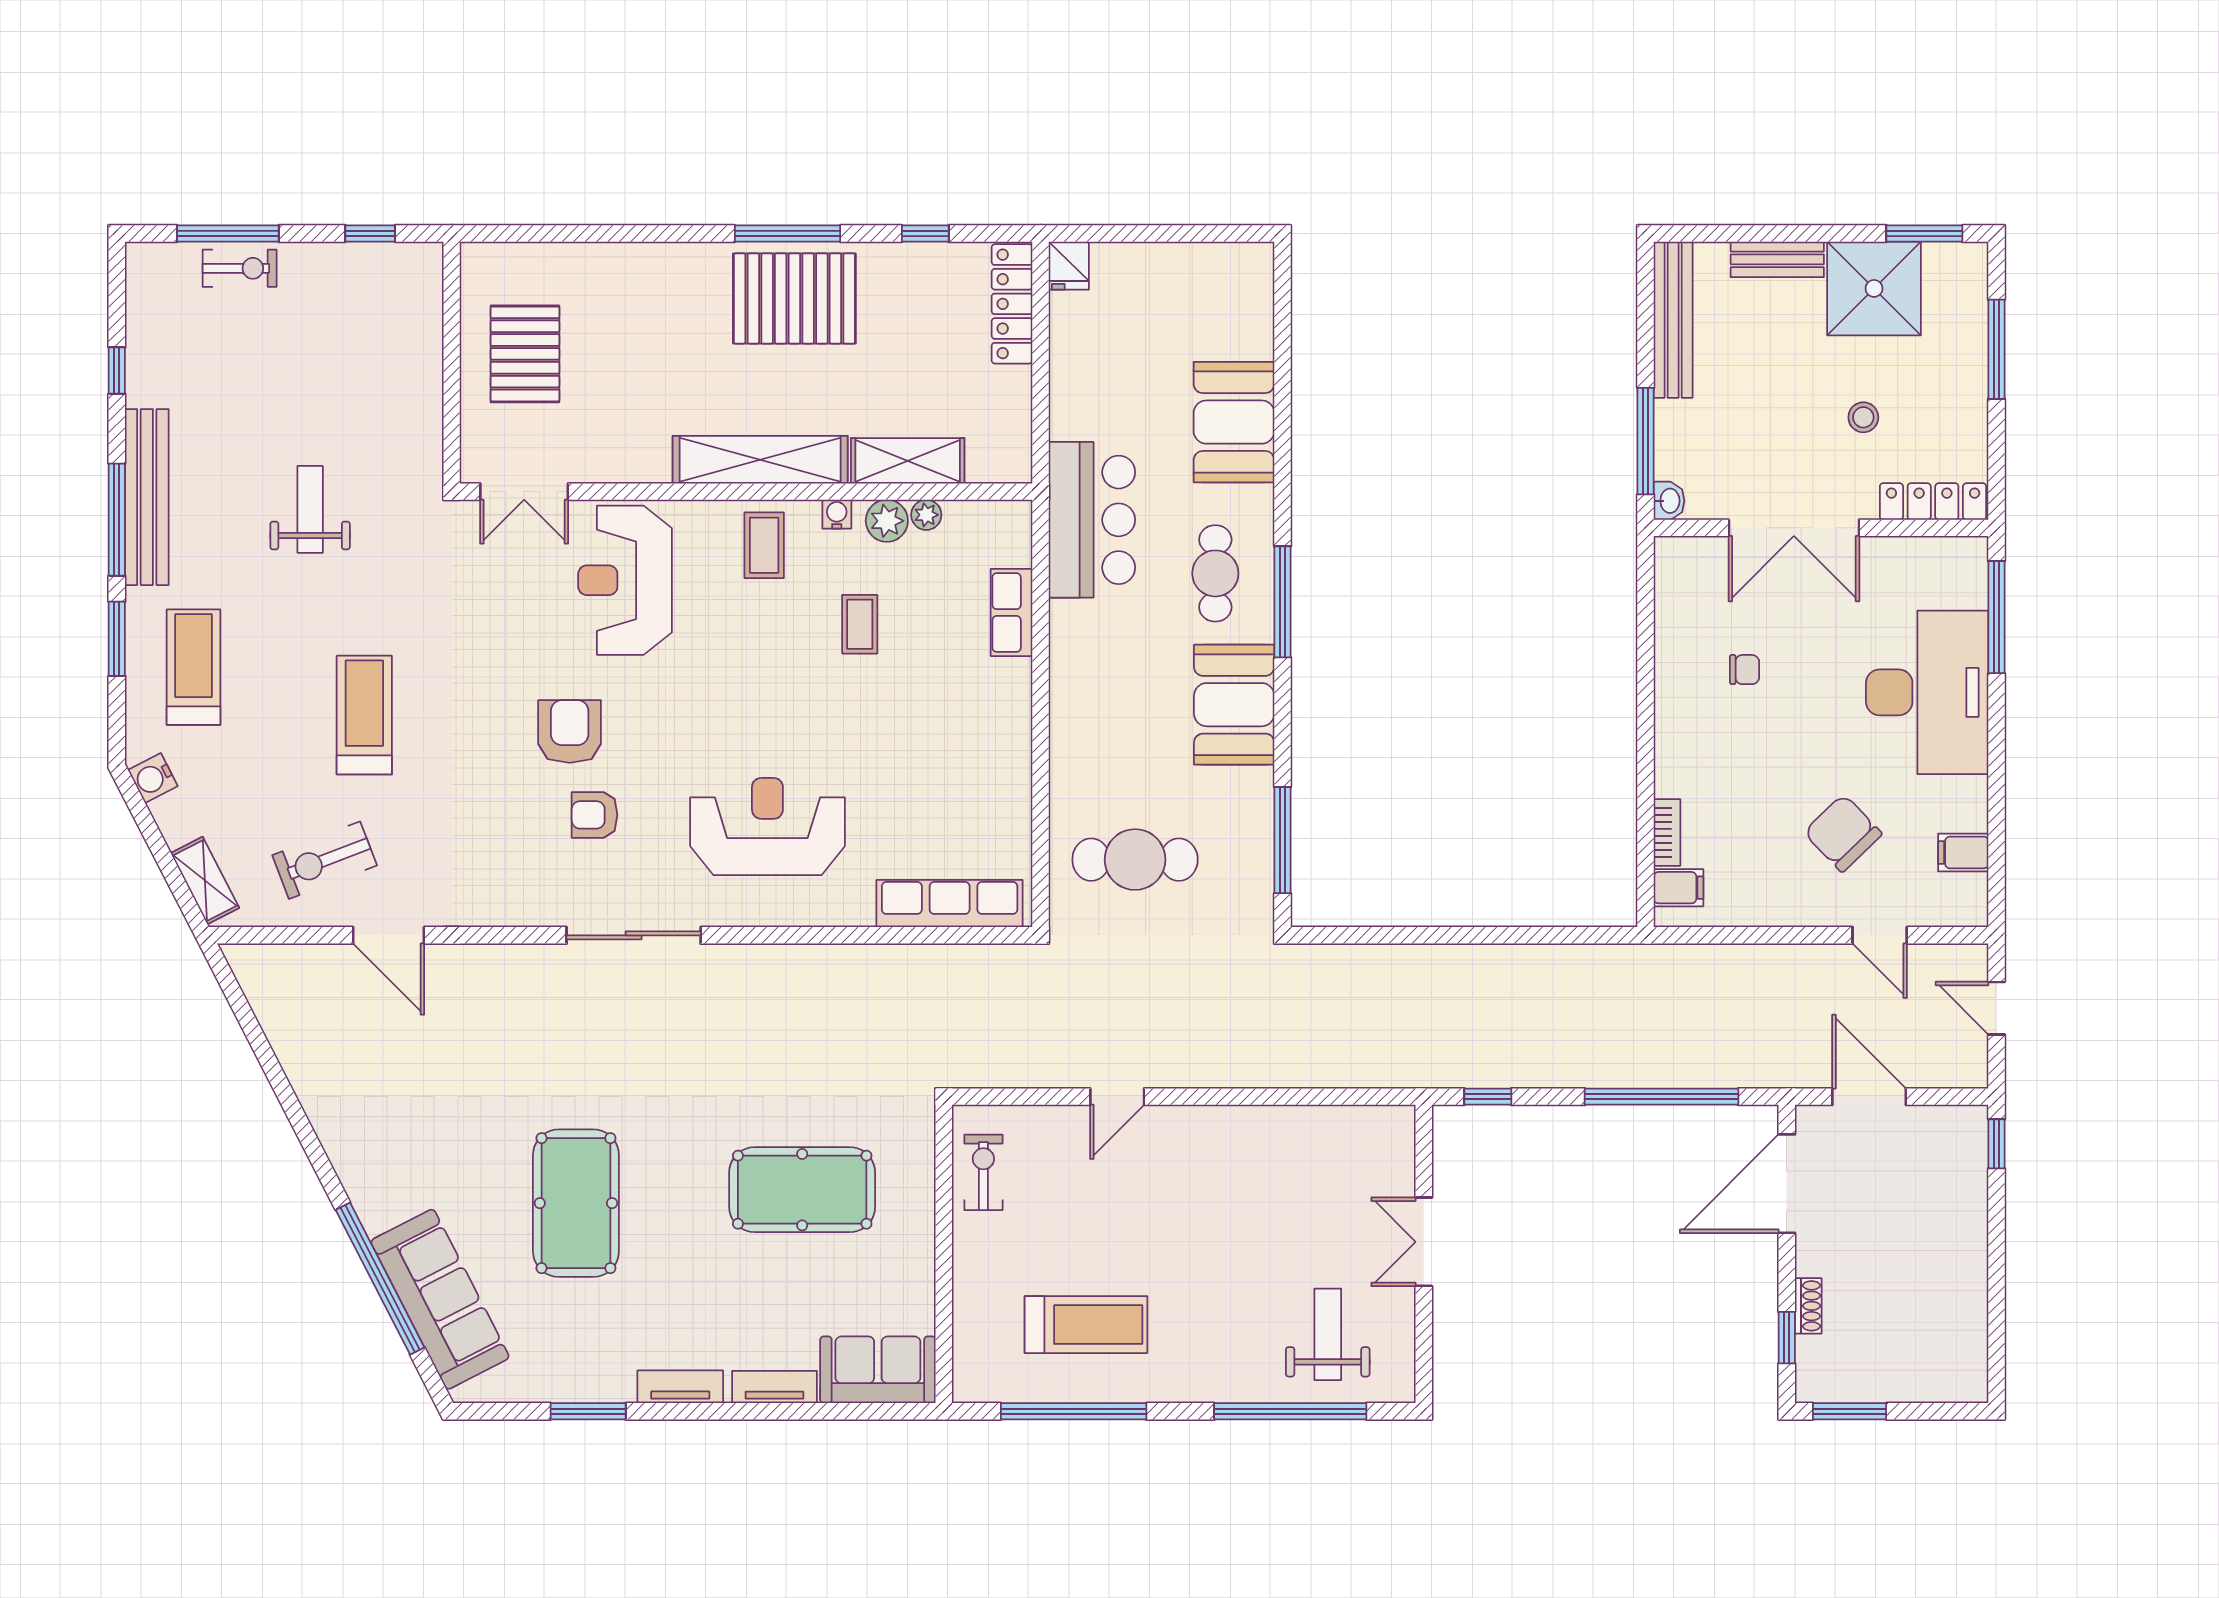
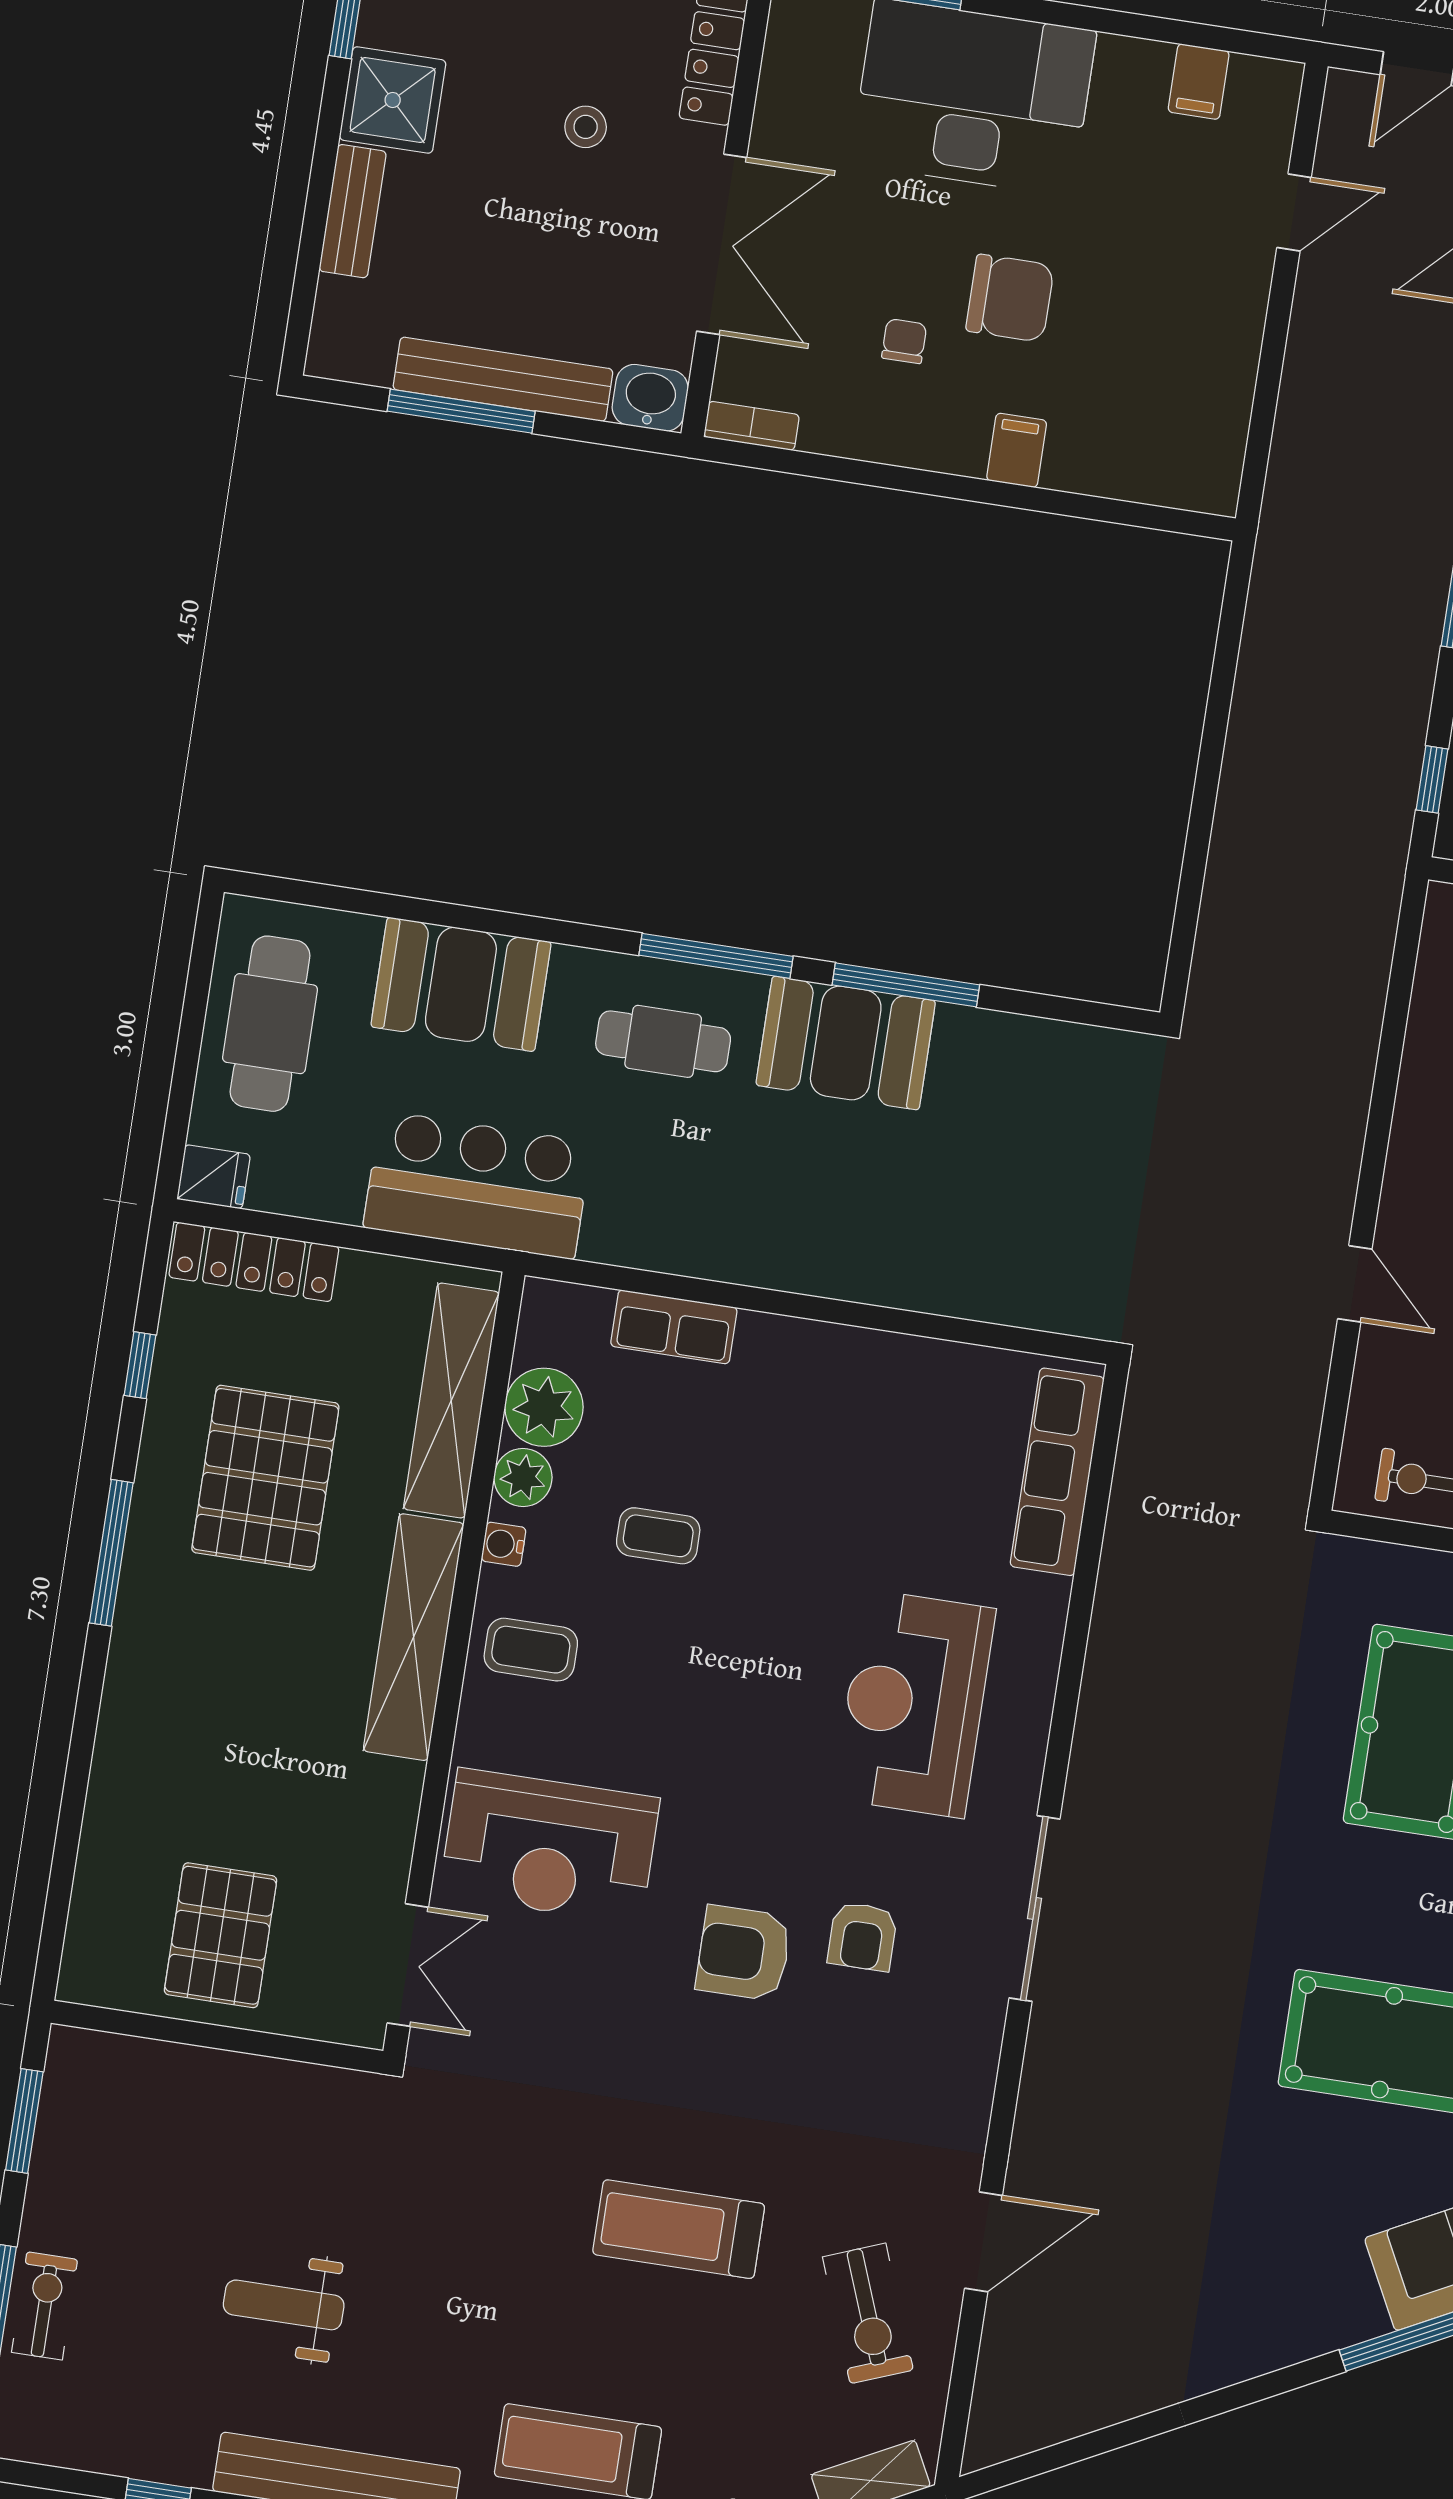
window: (370, 233) -> (24, 2121), width x1.50
shower: (1874, 288) -> (393, 100), width x0.73, depth x0.73
pallet: (794, 298) -> (265, 1478), moved
bench: (1673, 320) -> (503, 379), moved
pallet: (525, 354) -> (221, 1935), turned 90
window: (1646, 441) -> (461, 411), moved
shelving: (908, 461) -> (451, 1401), width x1.47
washbasin: (1669, 501) -> (650, 398), width x1.38, depth x1.45
weight bench: (310, 509) -> (284, 2305), moved
plant: (926, 515) -> (544, 1407), width x1.87, depth x1.87
bar counter: (1092, 520) -> (477, 1185), moved
bookcase: (1667, 833) -> (751, 426), moved
chair: (1843, 833) -> (1010, 298), moved, turned -136
window: (1283, 840) -> (906, 985), moved
cafe table: (1135, 860) -> (270, 1024), moved
filing cabinet: (1678, 888) -> (1017, 450), moved

